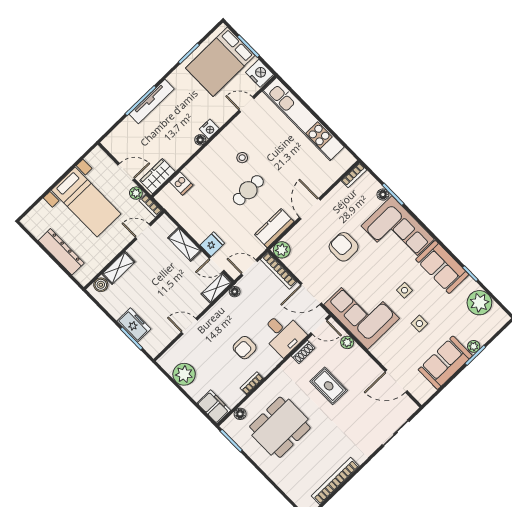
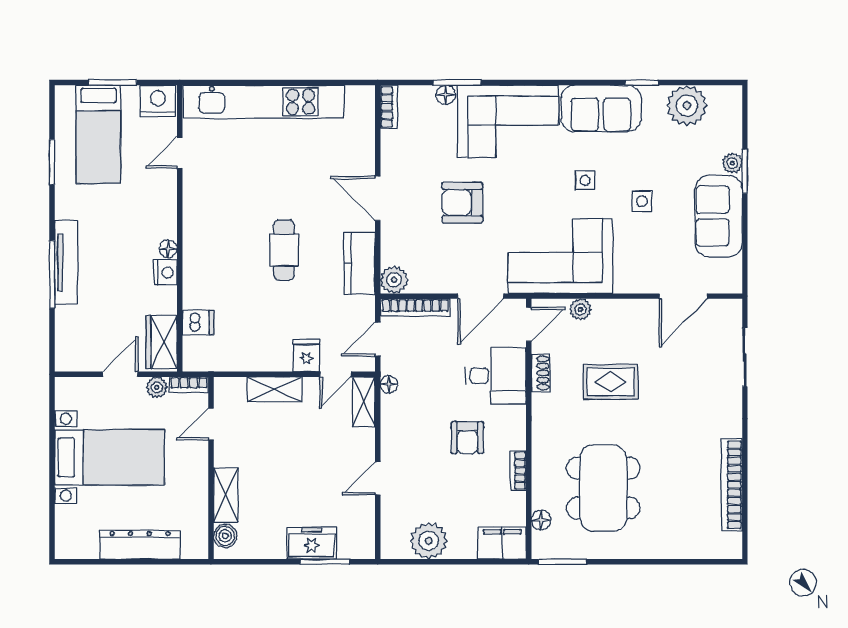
bed: (220, 62) -> (98, 134), width x0.67
nightstand: (209, 129) -> (166, 272), moved
stool: (242, 158) -> (238, 220), removed

